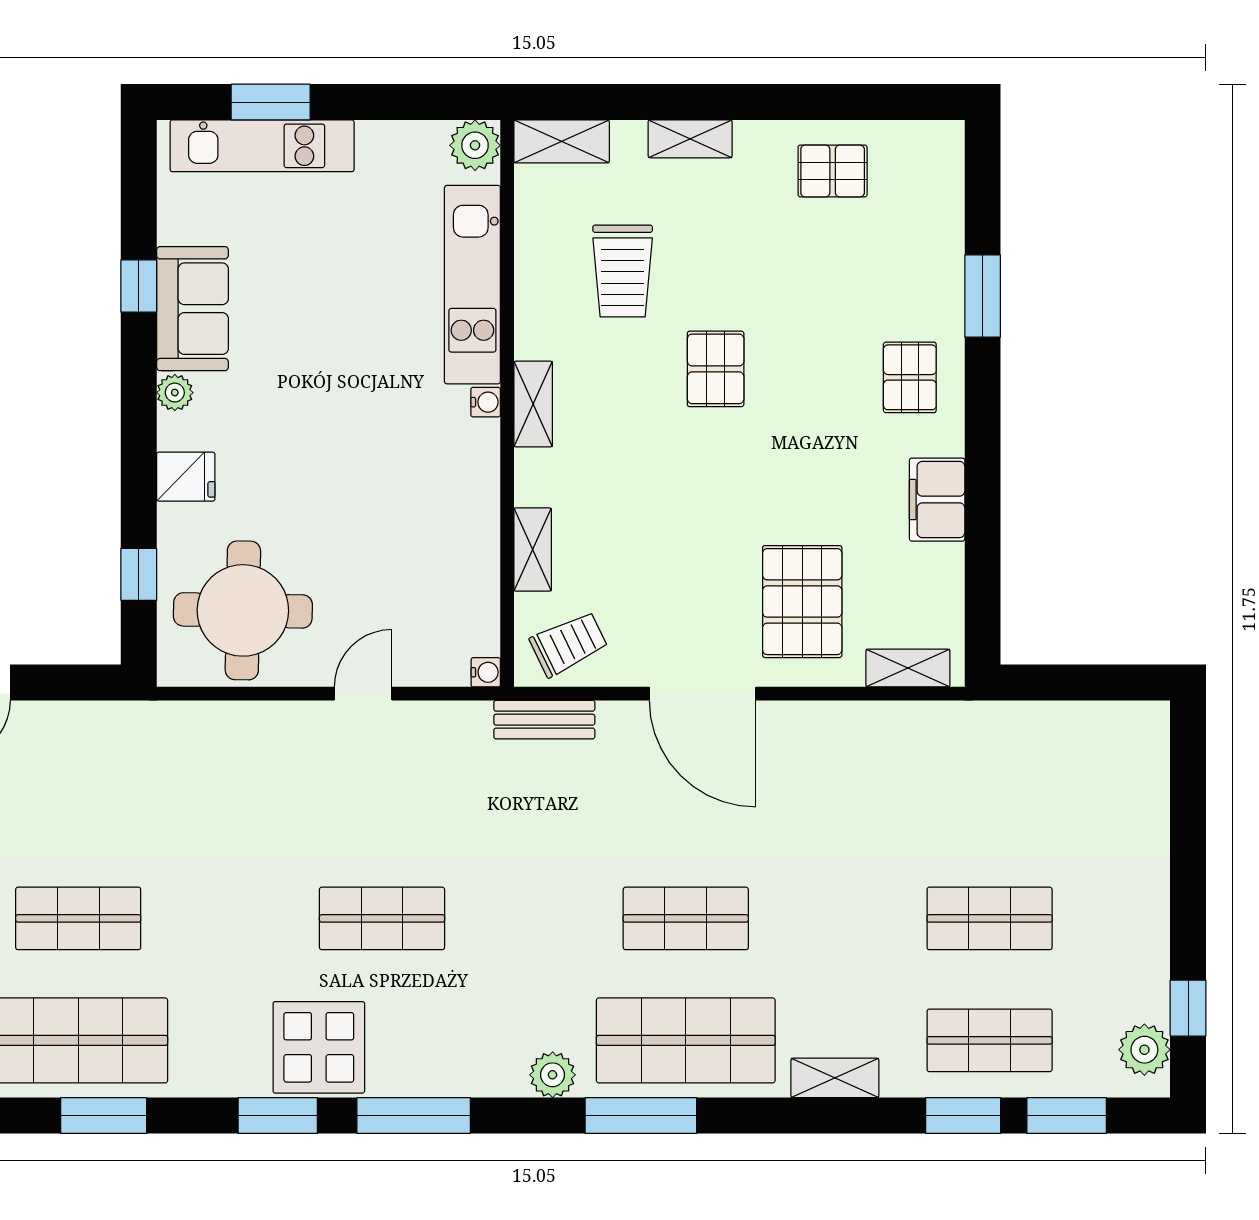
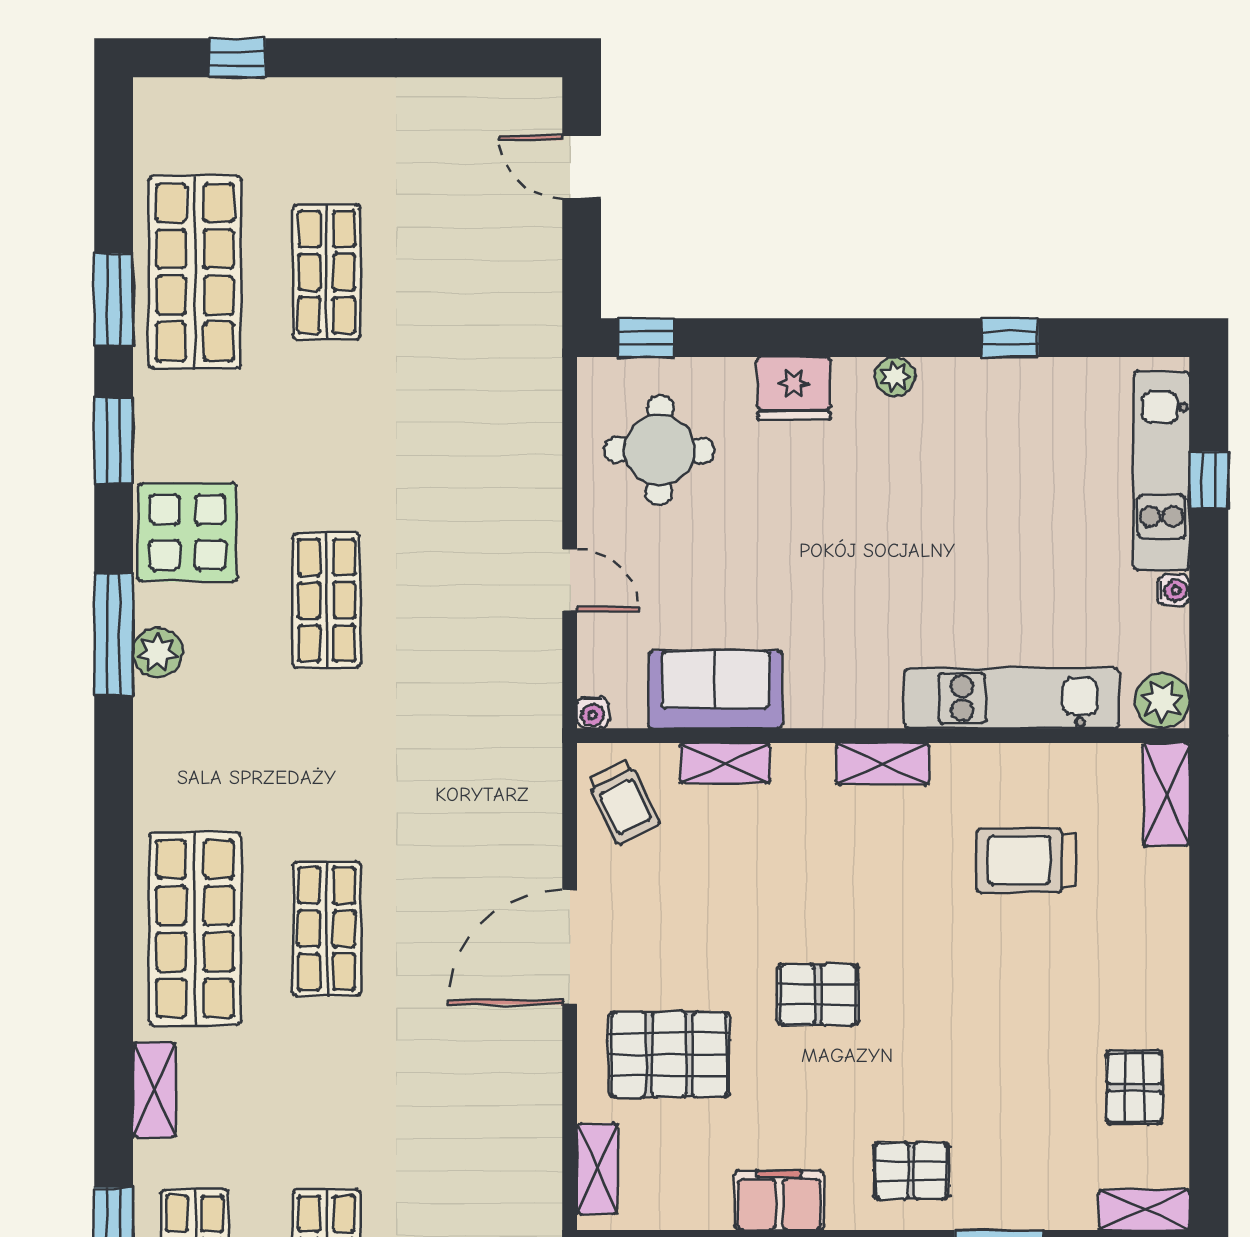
window: (271, 102) -> (1209, 480), width x0.67
shelving: (690, 139) -> (1144, 1210), moved, turned 90
sofa: (192, 309) -> (715, 690), moved, turned 180
pallet: (716, 369) -> (818, 995), moved
water cooler: (486, 402) -> (1173, 590), moved, turned -90
fridge: (186, 477) -> (794, 388), width x1.38
window: (139, 574) -> (646, 338), moved
round table: (243, 610) -> (659, 450), width x0.73, depth x0.73
bench: (544, 720) -> (541, 776), removed
plant: (553, 1075) -> (158, 652), moved
window: (278, 1116) -> (114, 440), moved
window: (641, 1116) -> (114, 880), removed

